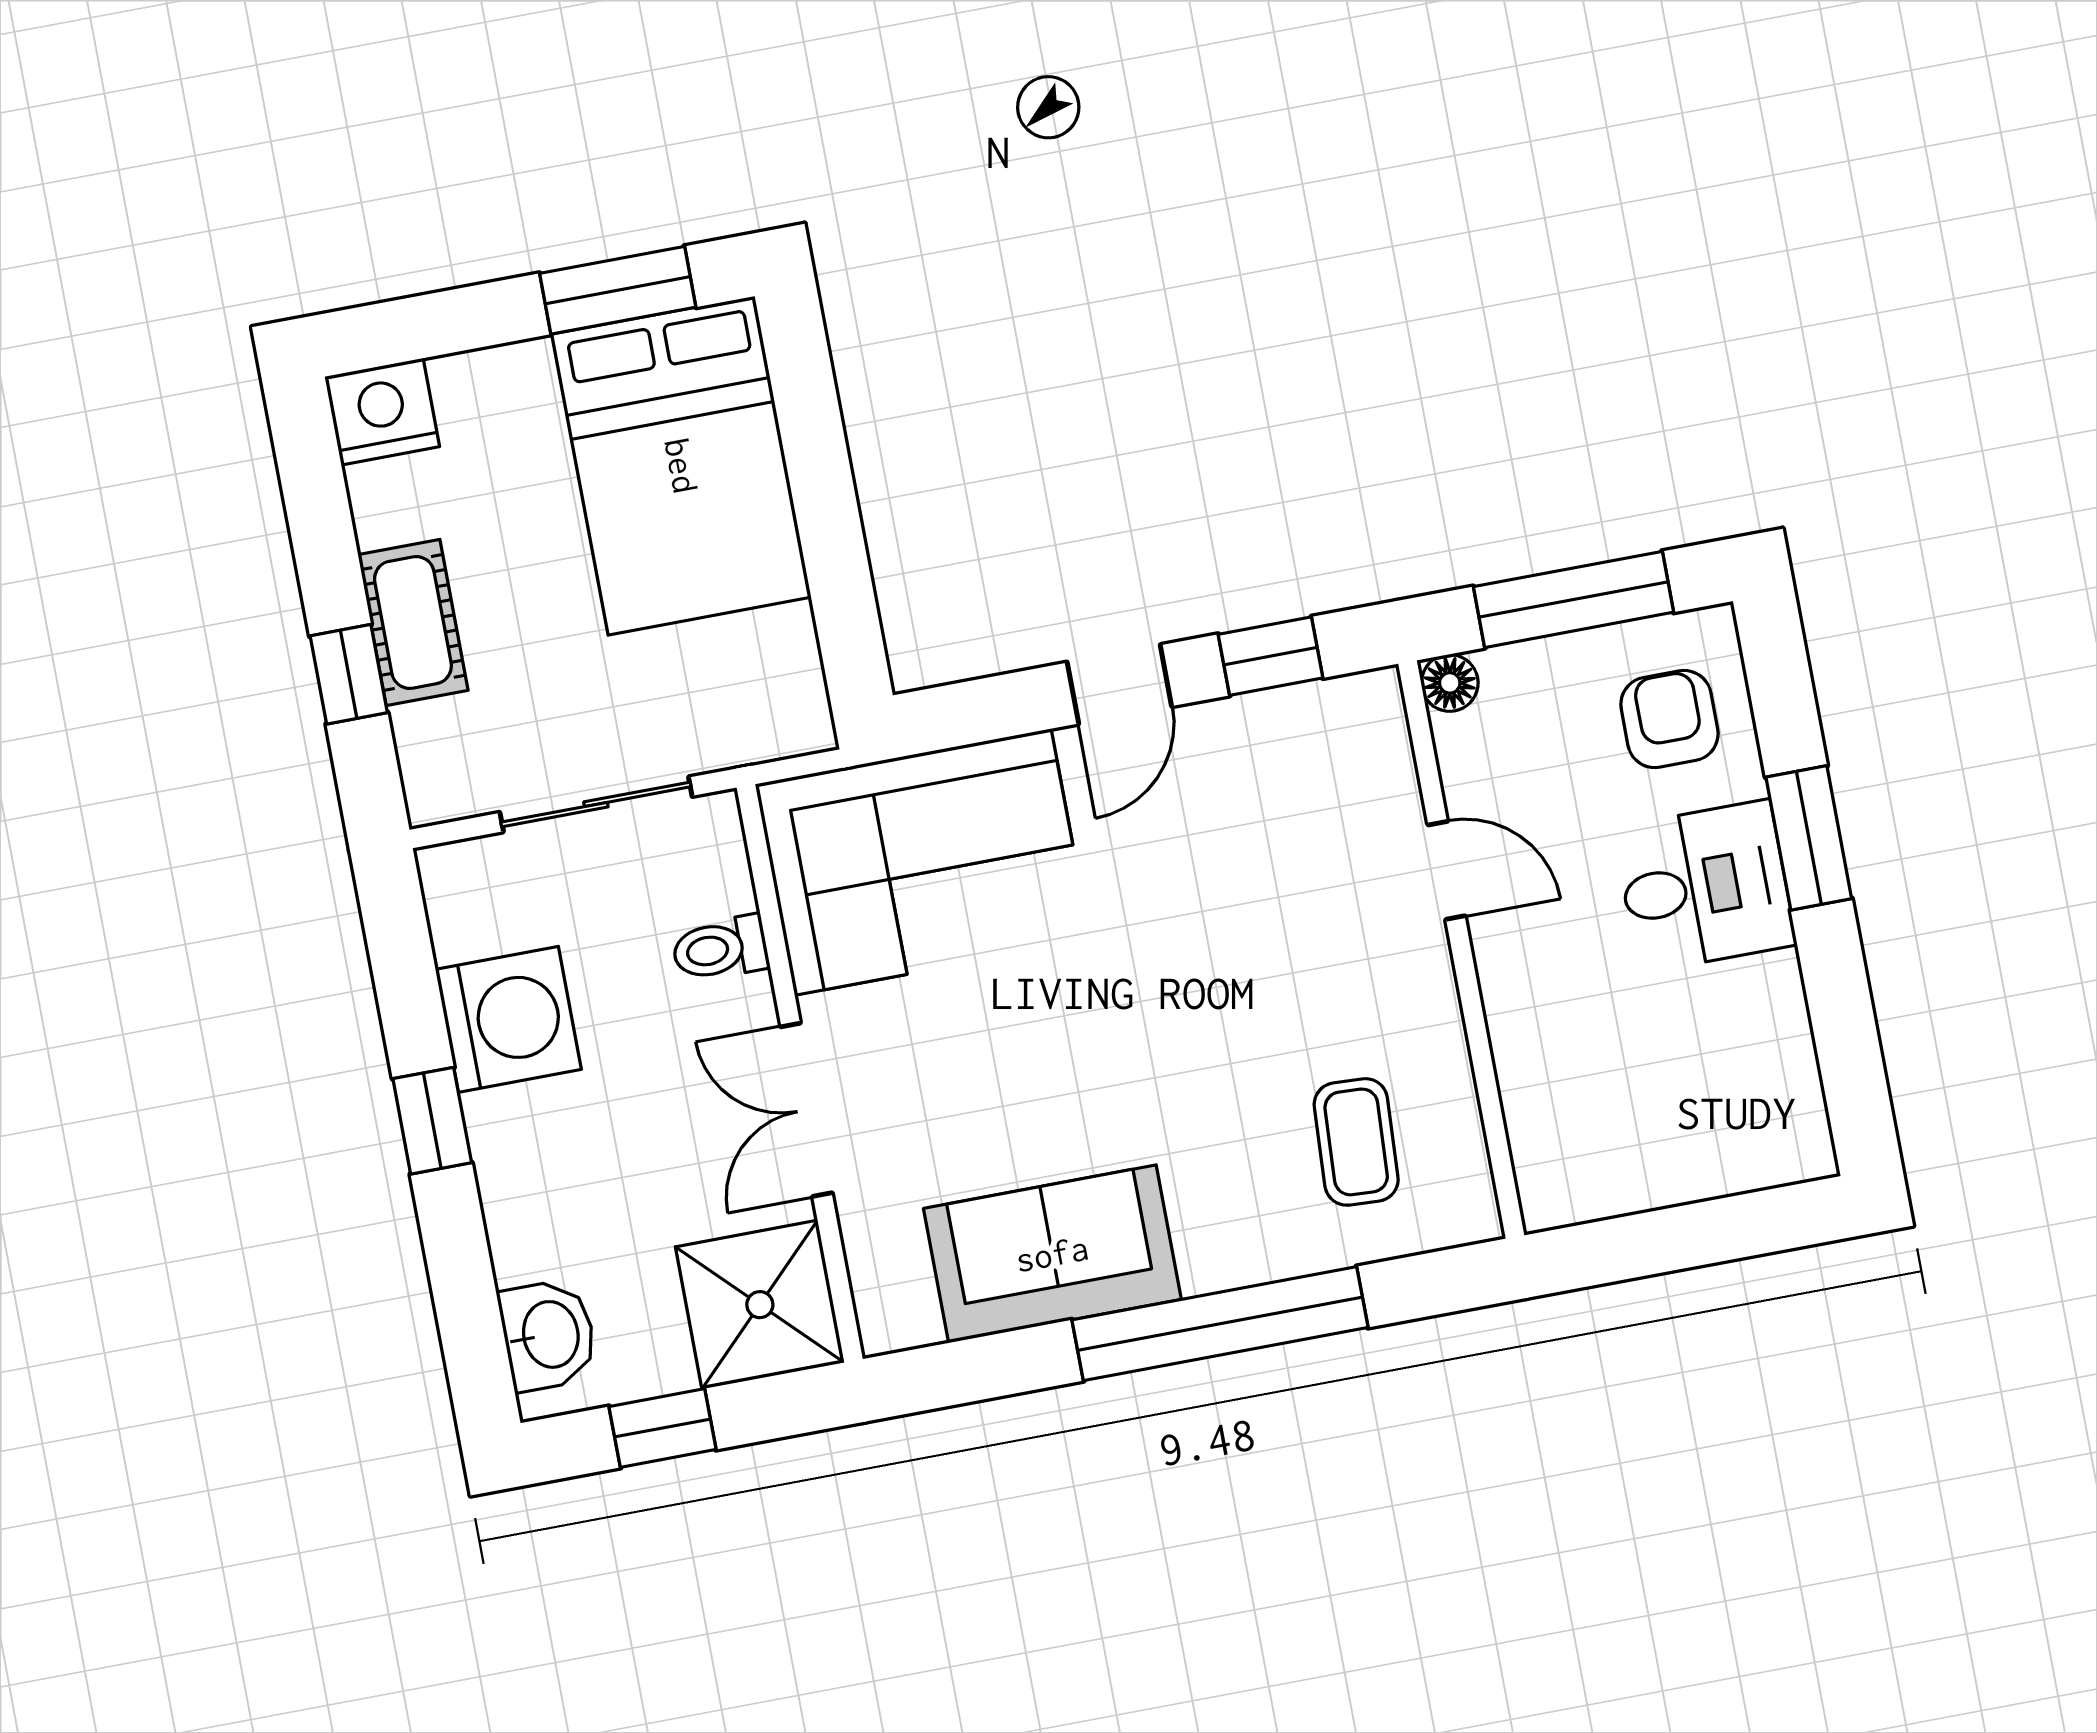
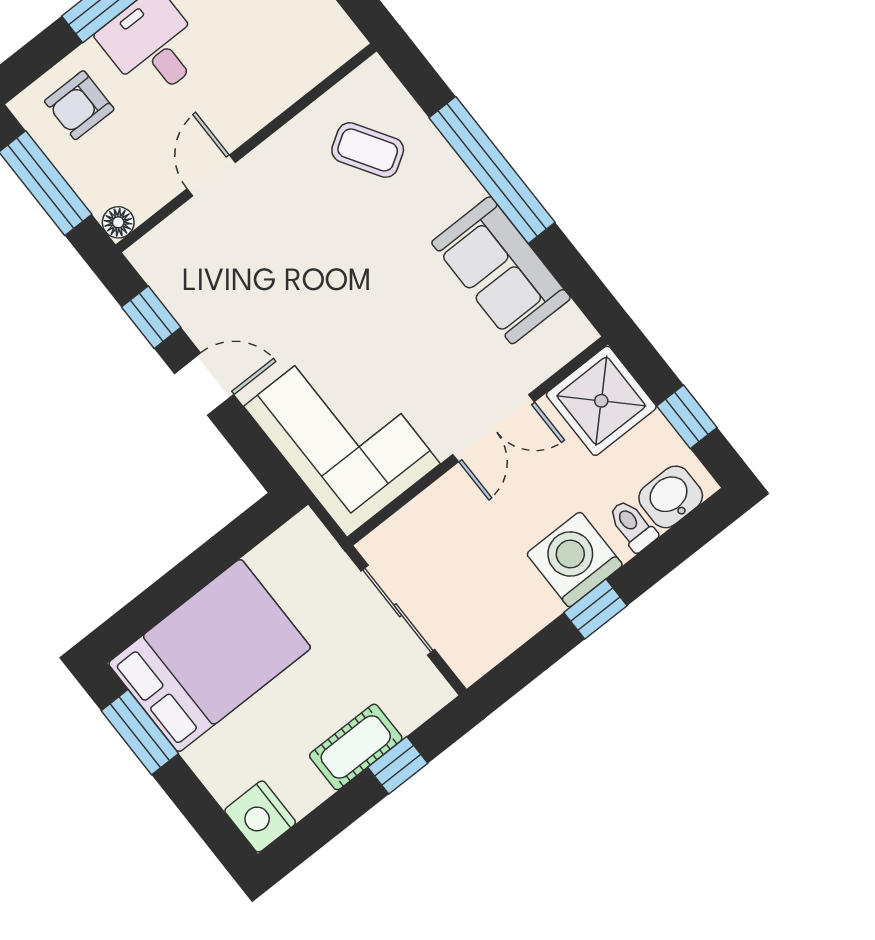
toilet: (720, 949) -> (632, 526), moved, turned 180
washing machine: (508, 1019) -> (575, 559), moved
coffee table: (1356, 1142) -> (368, 150), turned 55

